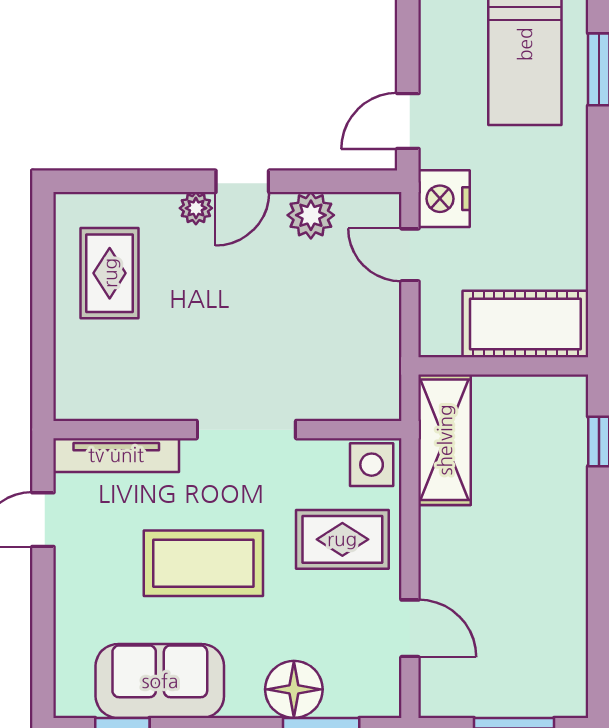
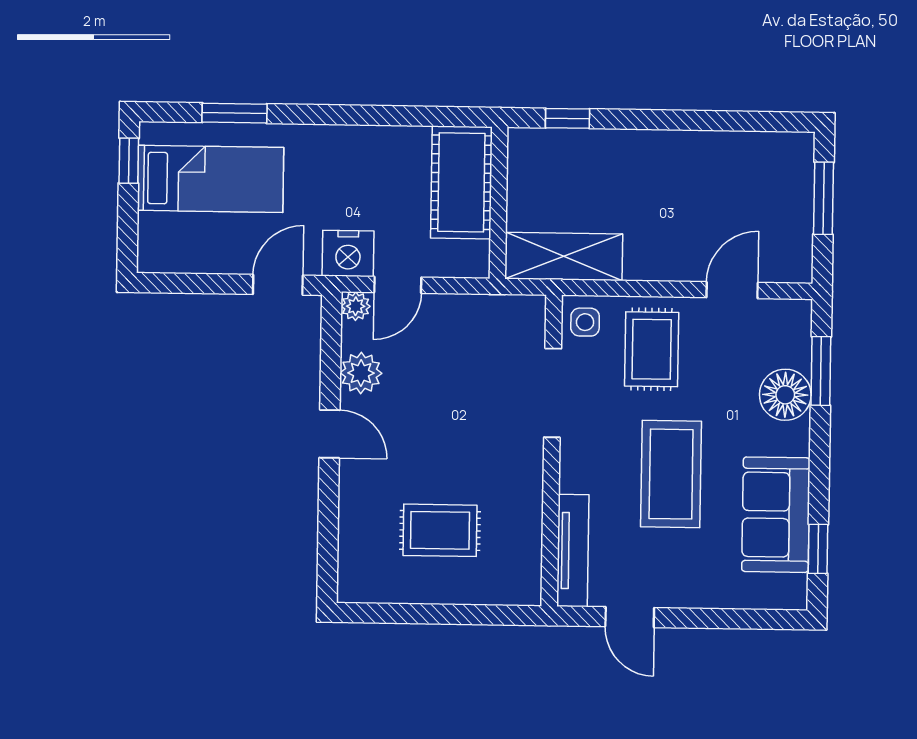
door: (408, 121) -> (278, 285), swing flipped
plant: (196, 208) -> (356, 306), moved
rug: (110, 273) -> (440, 530), moved
doorway: (246, 430) -> (553, 393), moved
side table: (372, 465) -> (585, 322), width x0.73, depth x0.73

